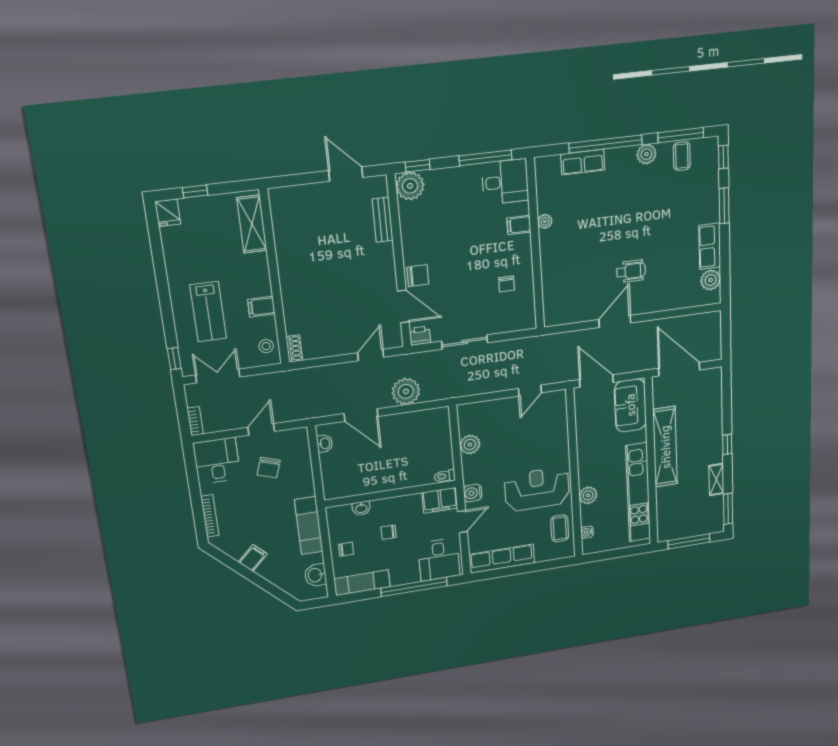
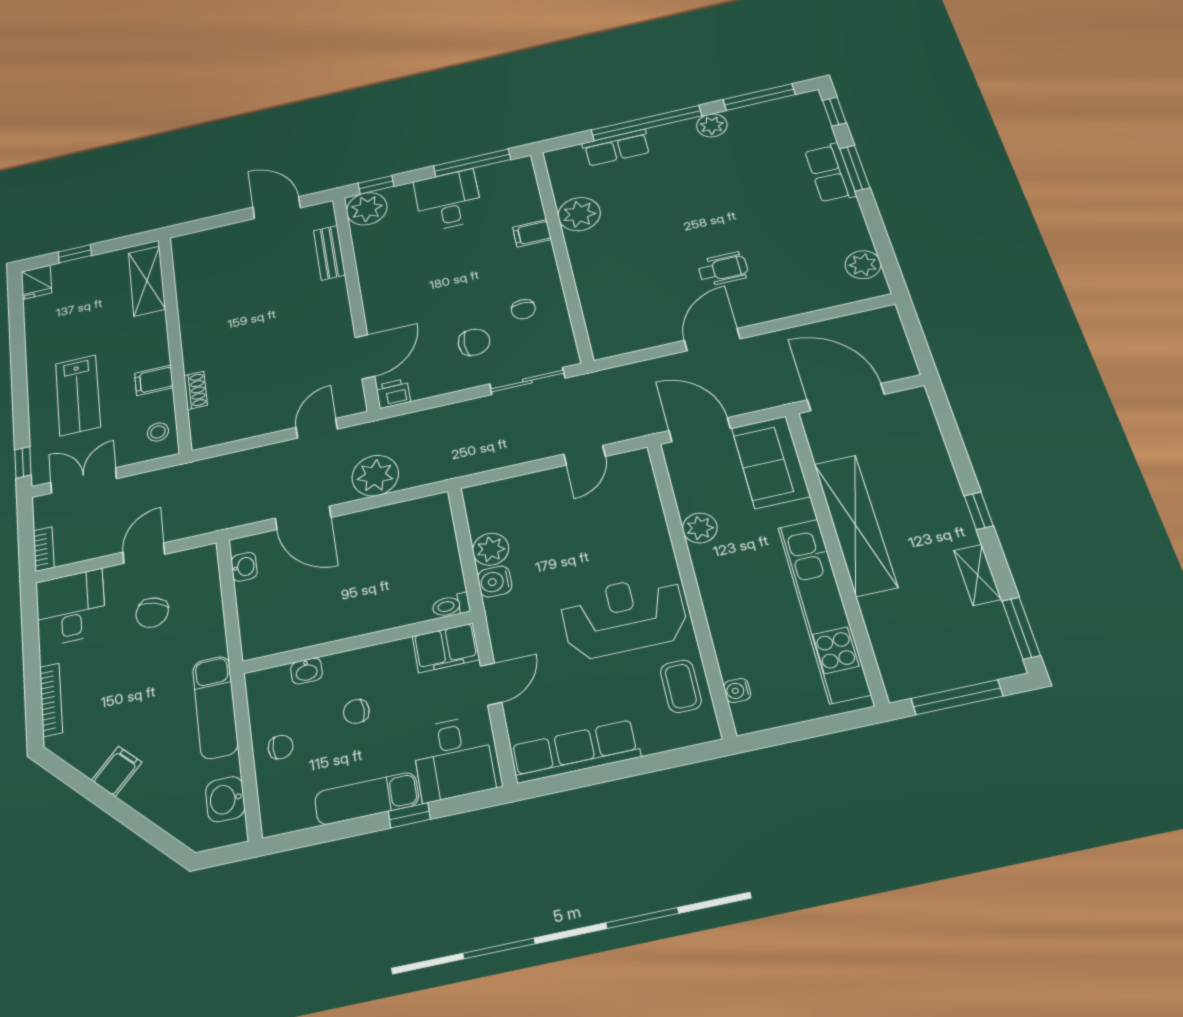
coffee table: (682, 156) -> (768, 120), removed
desk: (505, 182) -> (448, 200), moved, turned -90
plant: (545, 221) -> (579, 214), width x1.88, depth x1.88
row of seats: (710, 246) -> (830, 173), moved
chair: (418, 276) -> (474, 342), moved
door: (403, 306) -> (365, 357), hinge flipped
sliding door: (465, 342) -> (527, 381), moved
shoe rack: (294, 349) -> (195, 390), moved
water cooler: (473, 493) -> (495, 582), moved
plant: (588, 495) -> (700, 528), moved
exam couch: (362, 583) -> (367, 799), moved
window: (414, 587) -> (409, 815), width x0.32

